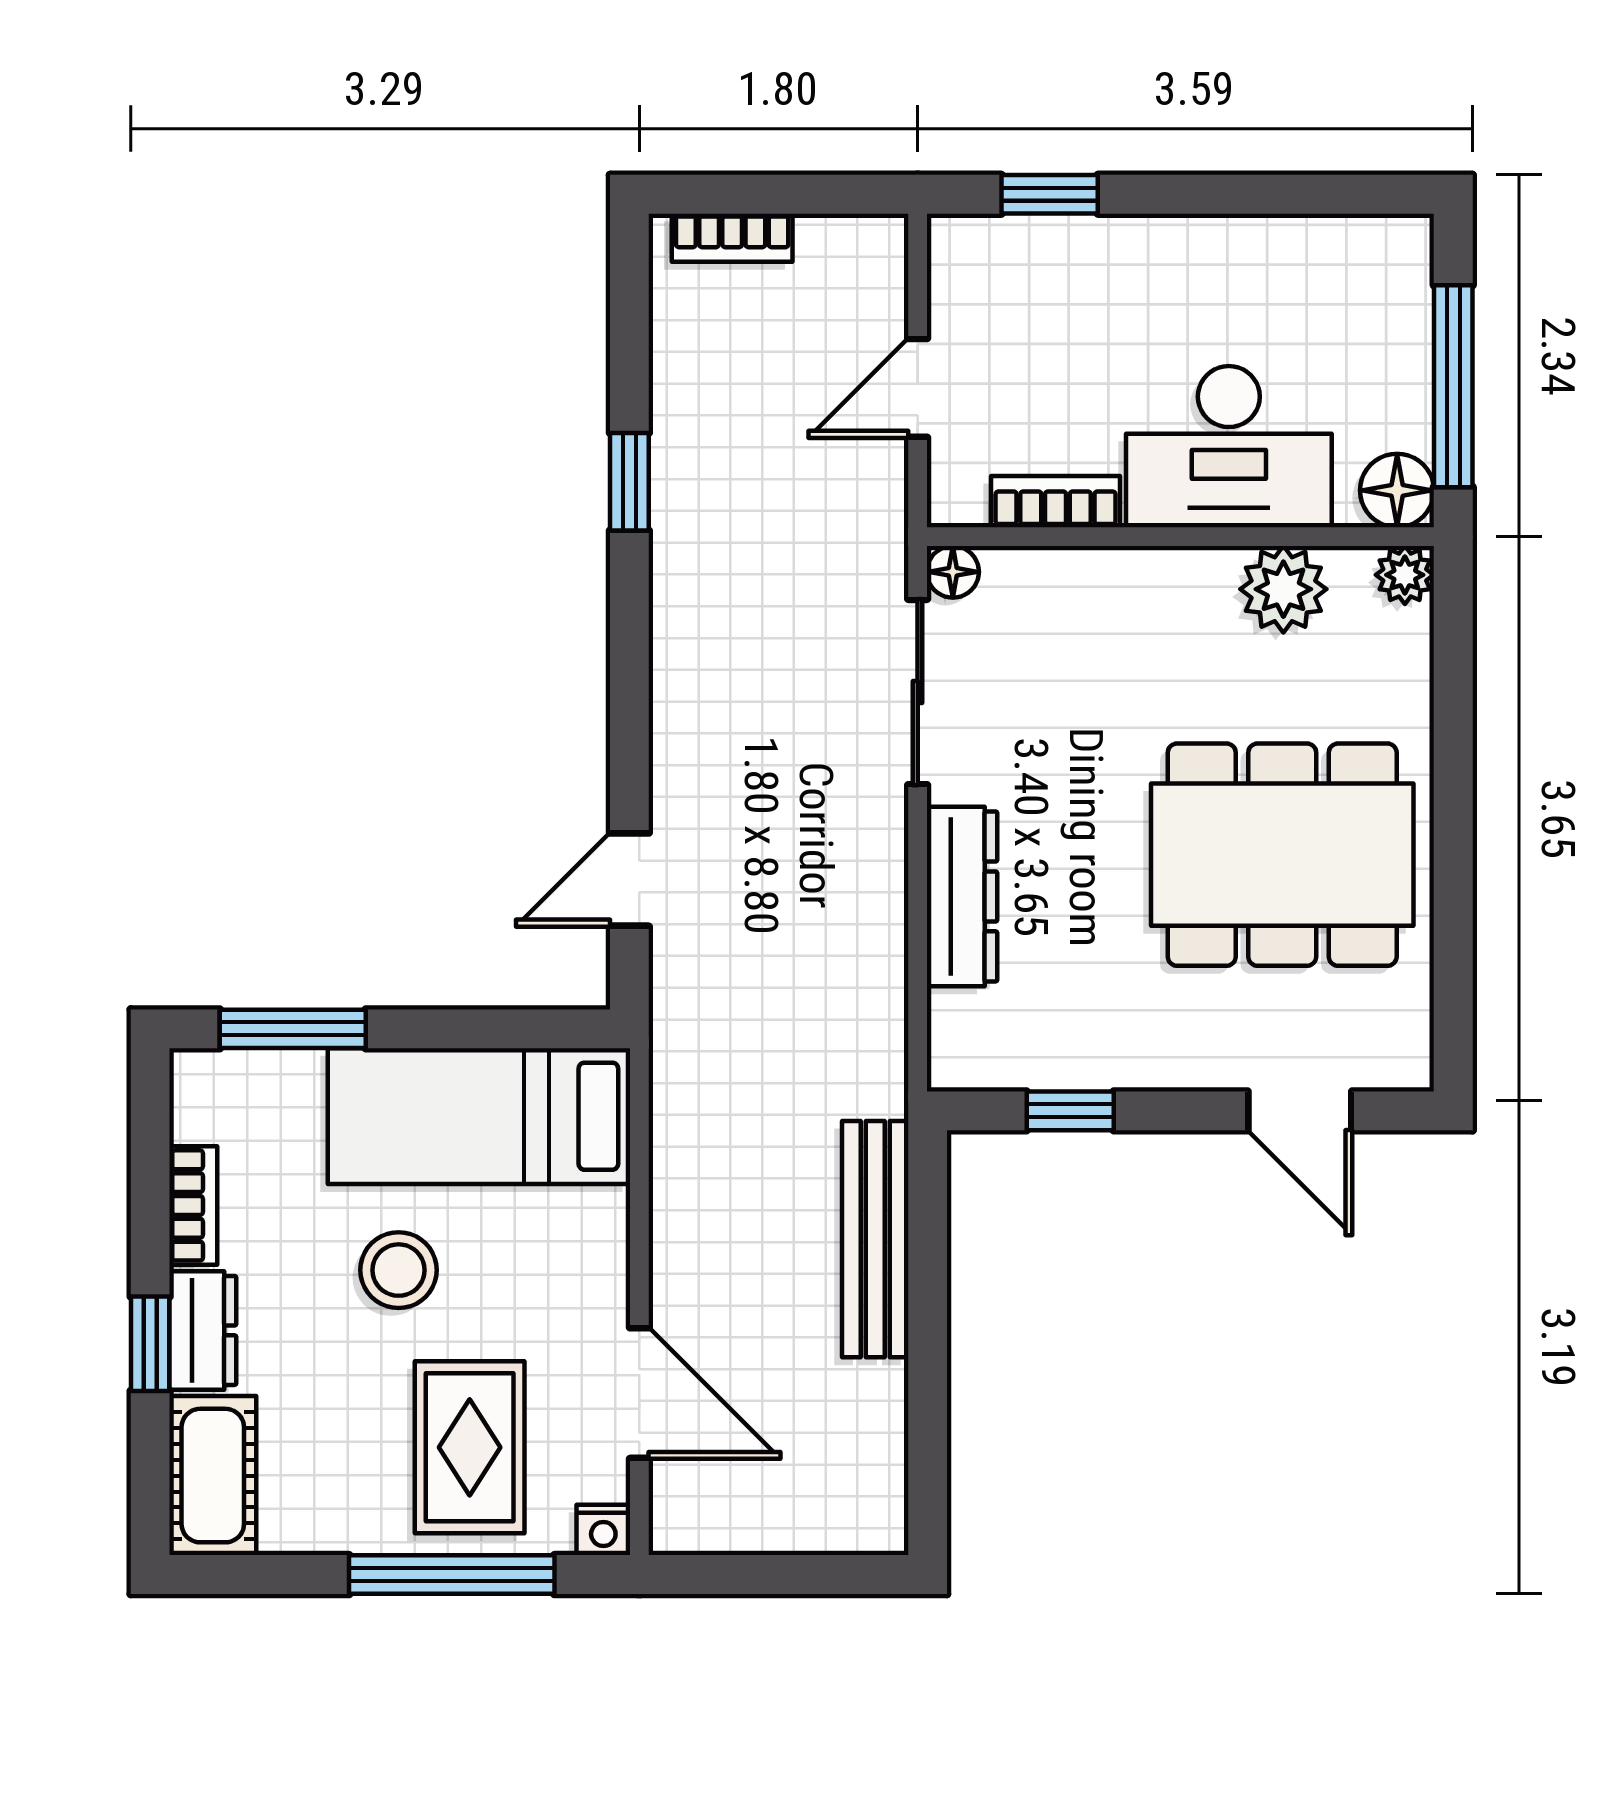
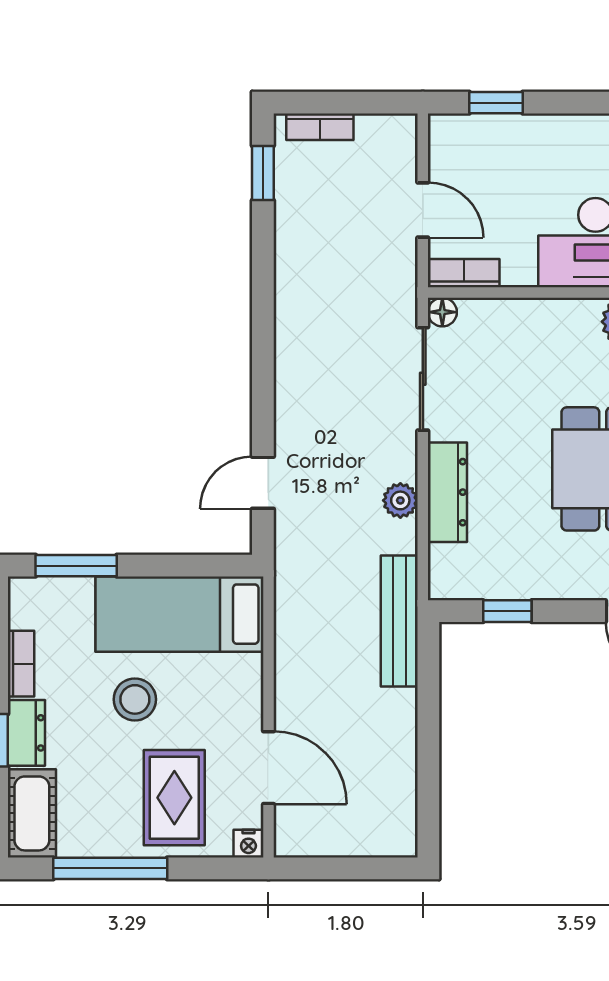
door: (918, 388) -> (423, 210), swing flipped
window: (629, 482) -> (263, 173), moved
bookcase: (1056, 502) -> (464, 273), moved
plant: (877, 911) -> (400, 500), added
bench: (875, 1239) -> (399, 621), moved
window: (452, 1575) -> (110, 868), moved

